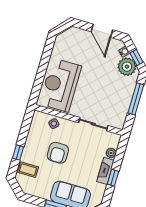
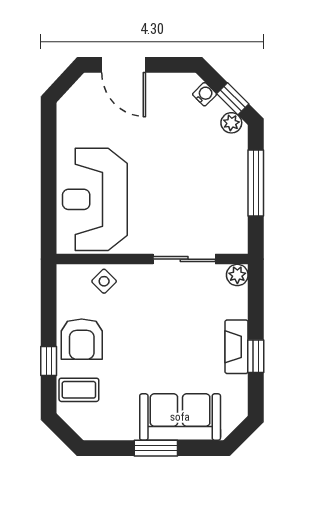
door: (102, 31) -> (124, 65), moved
plant: (127, 67) -> (231, 123), width x0.53, depth x0.53
armchair: (58, 153) -> (82, 339), moved
plant: (111, 153) -> (237, 275), moved

